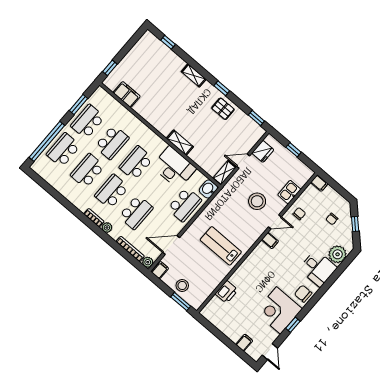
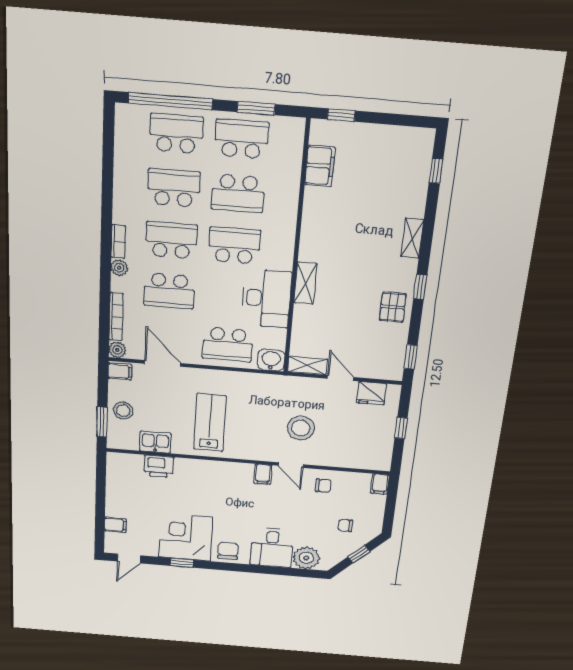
kitchen sink: (289, 192) -> (155, 442), moved

